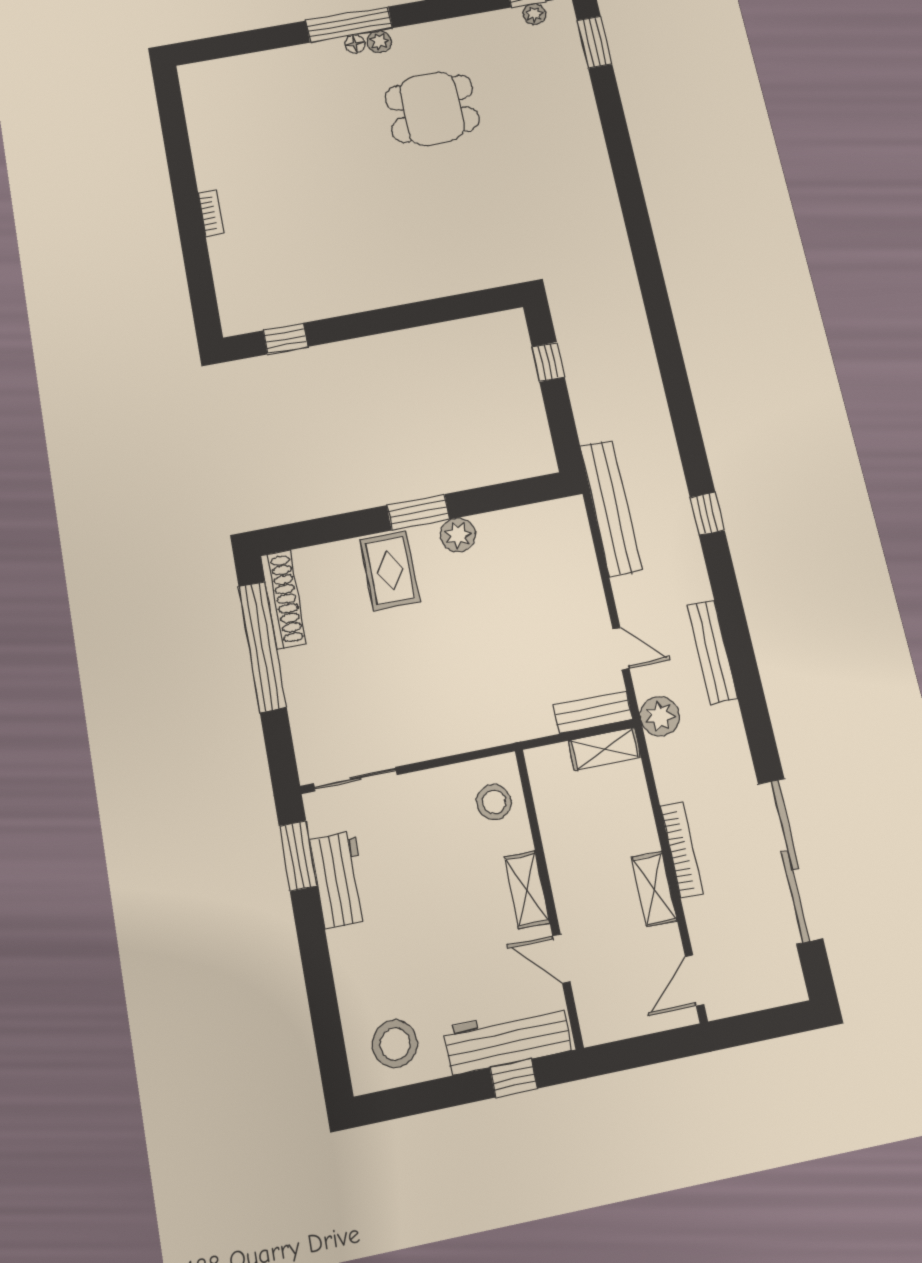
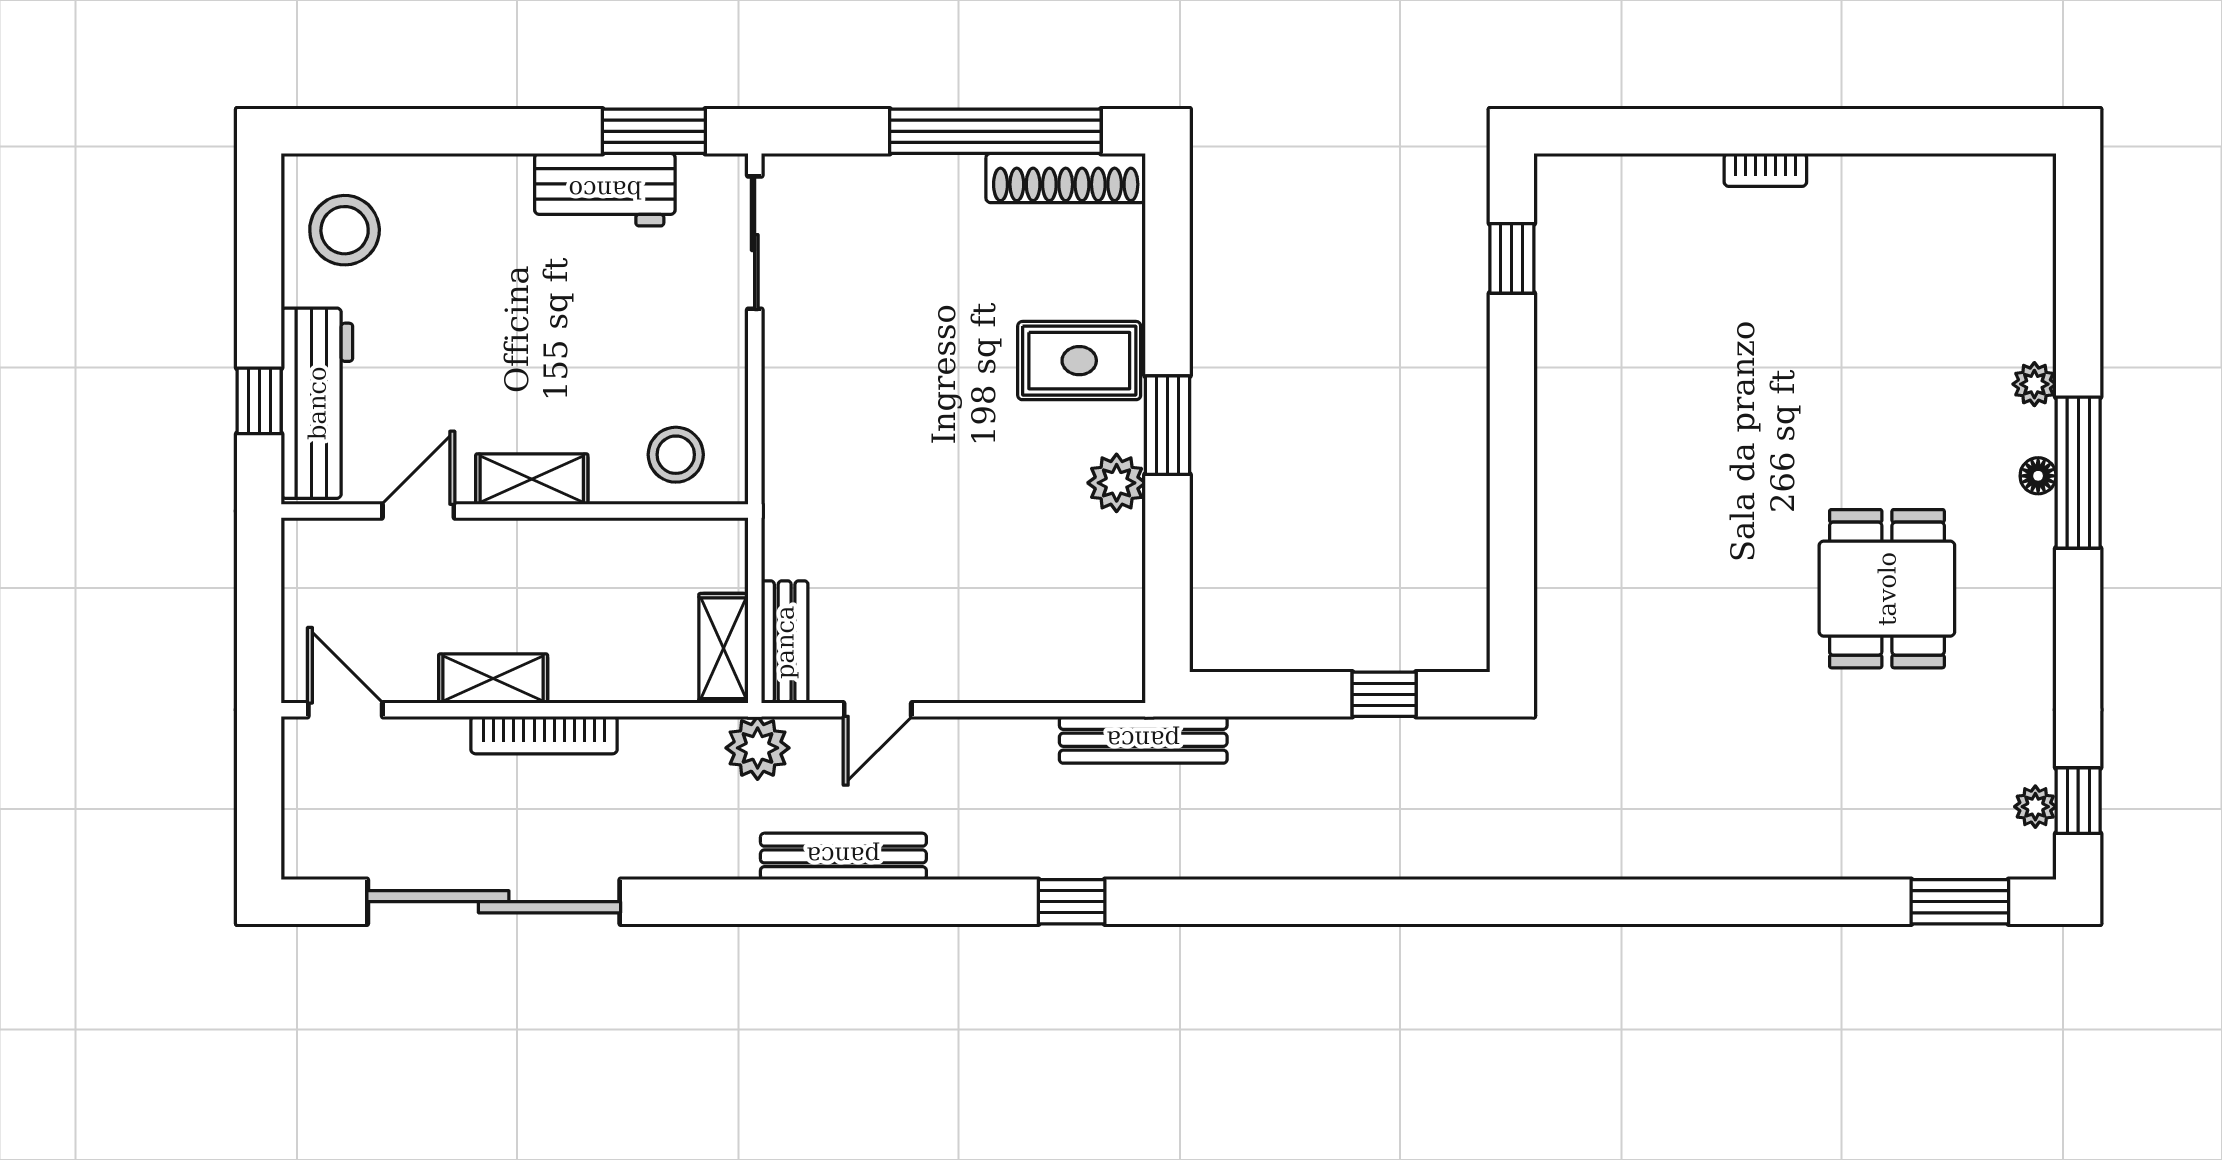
plant: (379, 42) -> (2034, 384), moved
bench: (611, 508) -> (1143, 740), width x0.73, depth x0.82

